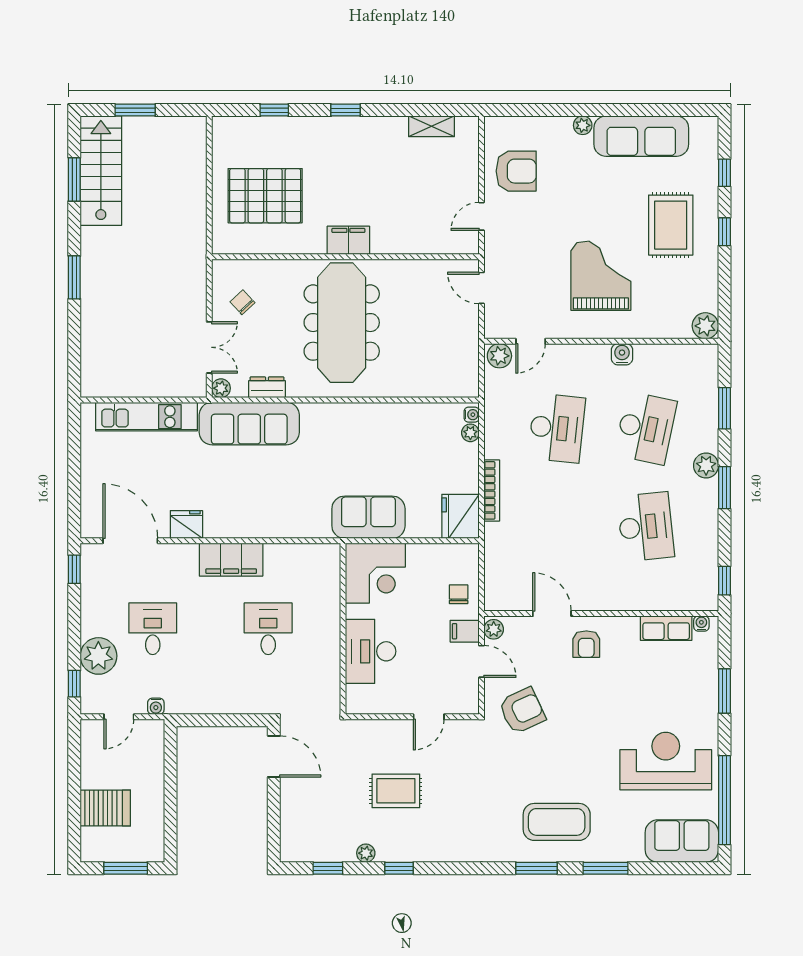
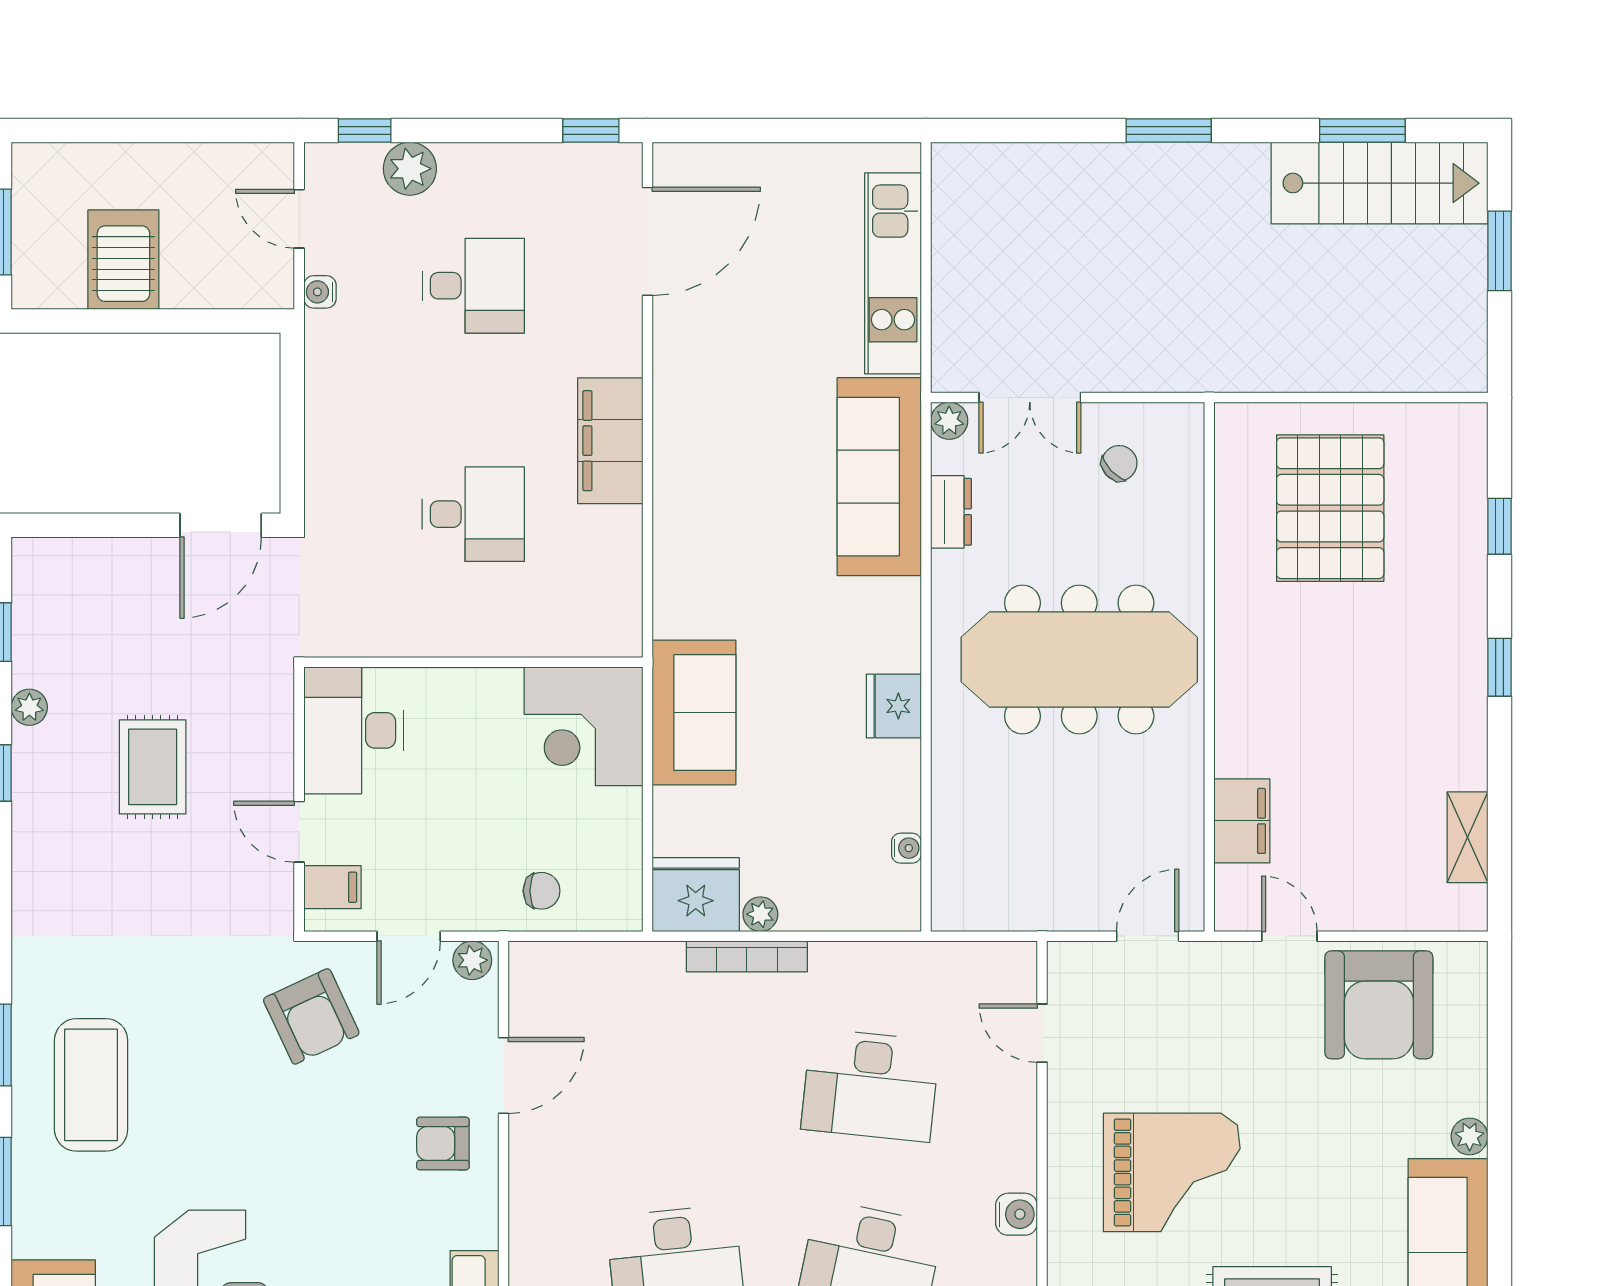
armchair: (516, 171) -> (1379, 1005), width x1.36, depth x1.36
filing cabinet: (348, 240) -> (1242, 821), moved
plant: (499, 356) -> (1013, 972), removed
water cooler: (472, 415) -> (906, 848), moved, turned -90
plant: (470, 433) -> (760, 914), moved
fridge: (186, 525) -> (894, 706), moved, turned 180
filing cabinet: (465, 631) -> (332, 887), moved, turned 90
desk: (371, 651) -> (354, 730), moved, turned -90
plant: (98, 656) -> (410, 169), width x0.73, depth x0.73
server rack: (105, 808) -> (123, 260), moved, turned 180

